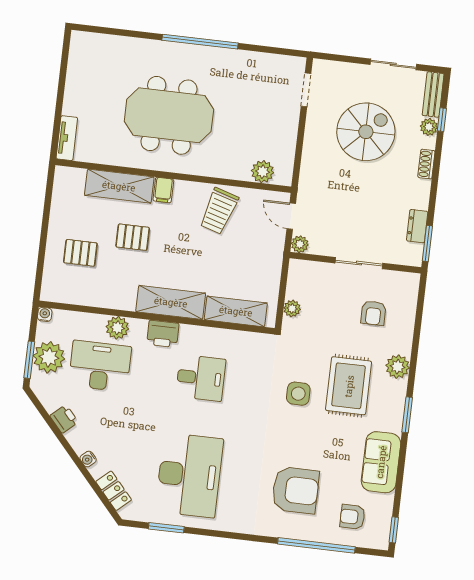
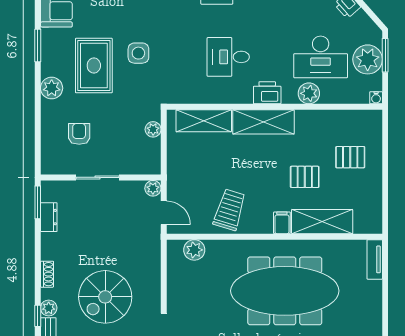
meeting table: (169, 115) -> (285, 291), width x1.36

